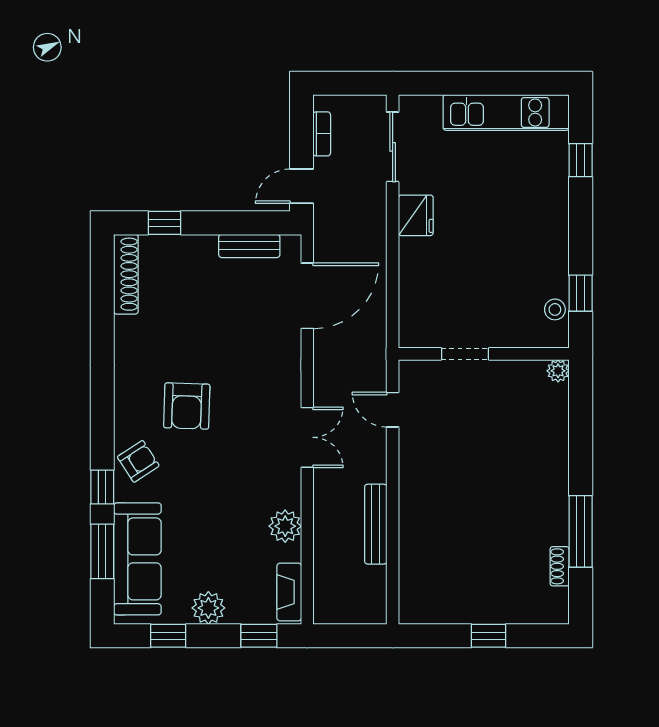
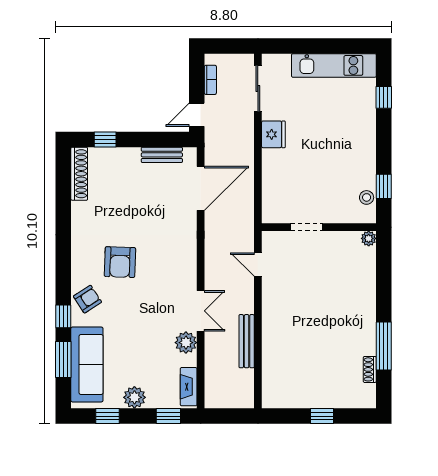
double door: (307, 437) -> (201, 311), moved

